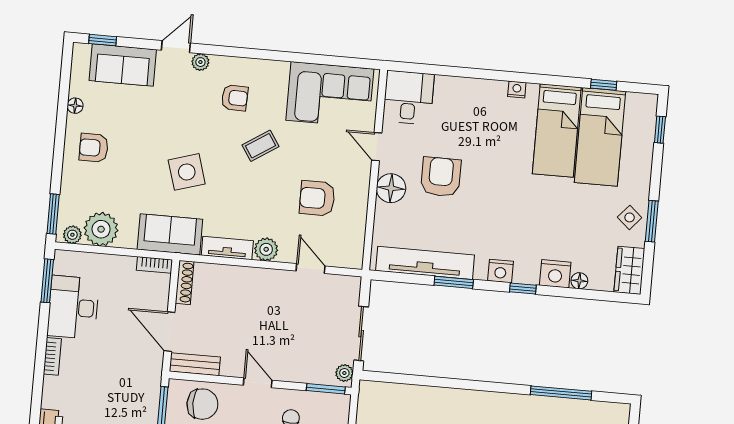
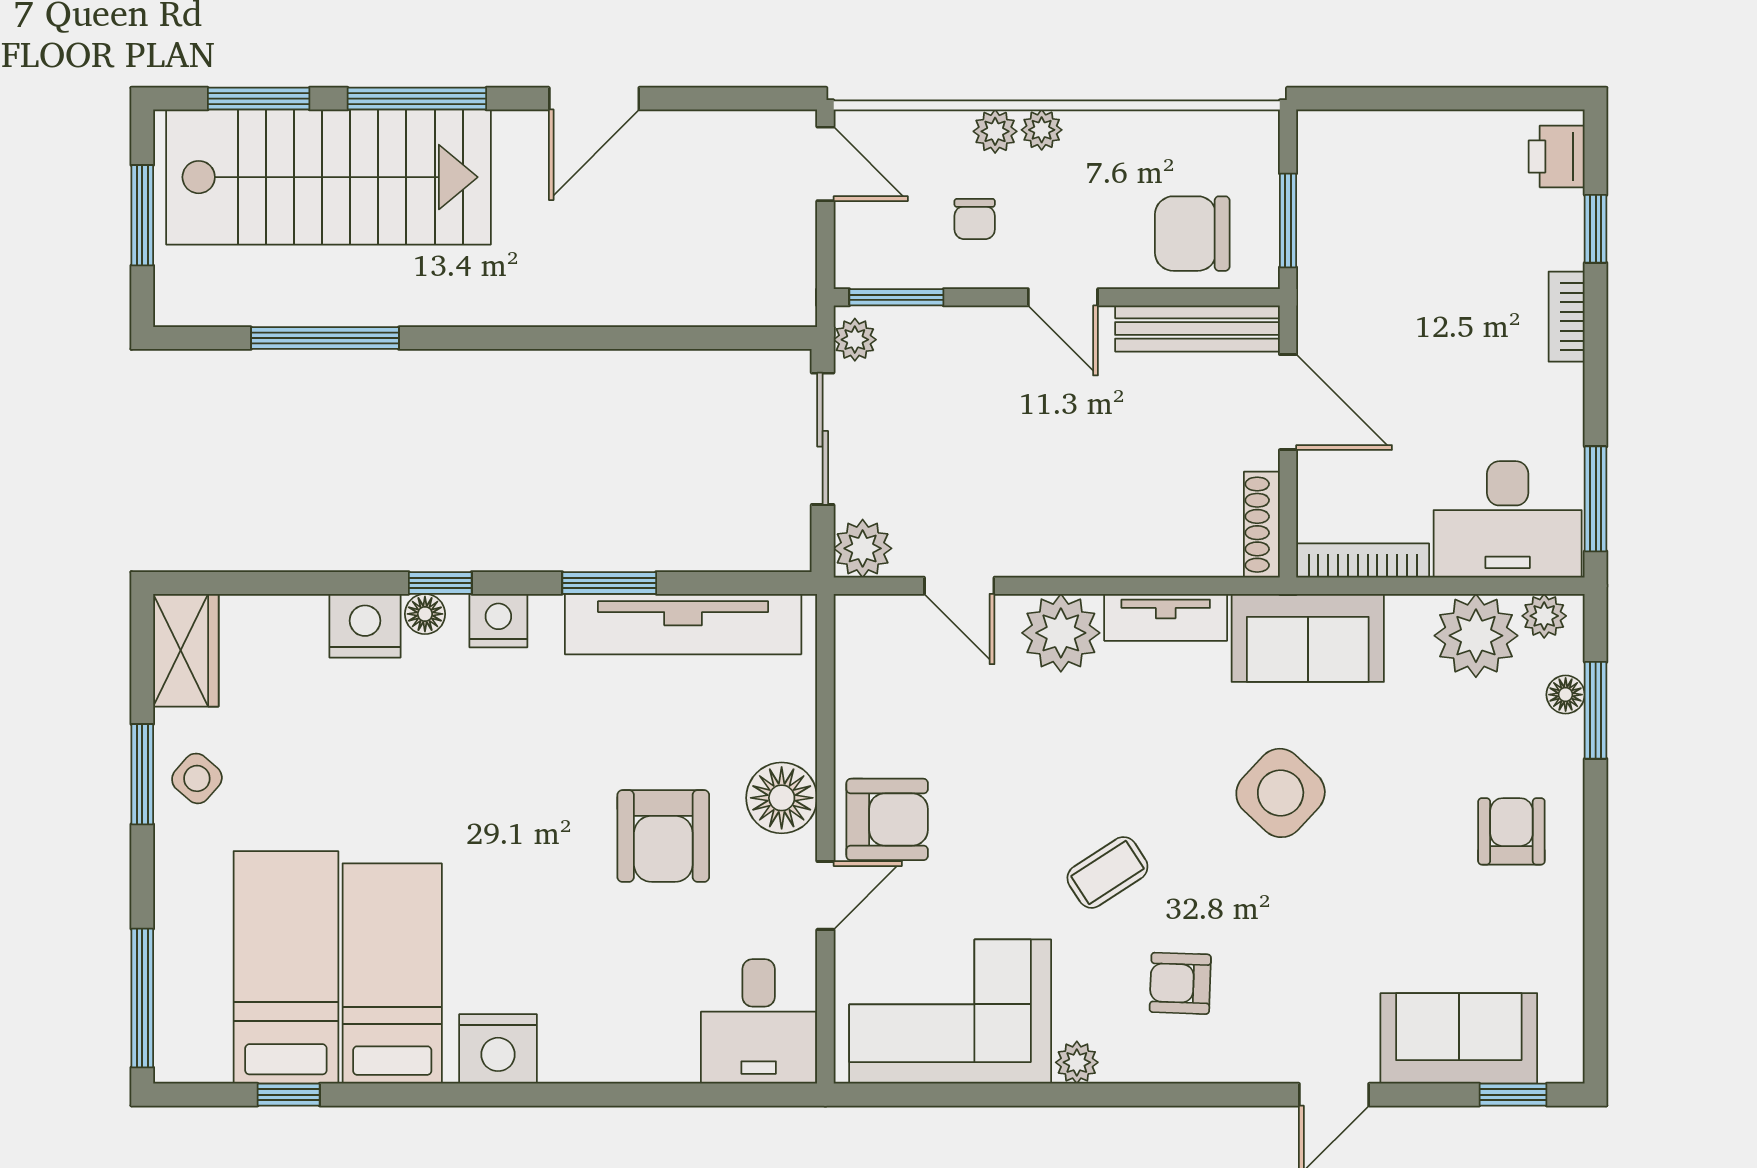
plant: (200, 62) -> (1077, 1062), moved
nightstand: (517, 90) -> (498, 1049), width x1.89, depth x1.79
floor lamp: (75, 106) -> (1566, 695), moved
window: (660, 130) -> (142, 998), width x2.17
door: (377, 147) -> (825, 895), hinge flipped
armchair: (94, 148) -> (1511, 831), turned -90
side table: (187, 172) -> (1281, 793), turned -30
armchair: (317, 198) -> (887, 819), moved
window: (53, 214) -> (1596, 710), moved
plant: (266, 249) -> (1061, 633), width x1.36, depth x1.36
bookcase: (154, 265) -> (1363, 561), width x1.56
floor lamp: (579, 281) -> (425, 614), moved
plant: (349, 287) -> (863, 548), added
desk: (73, 307) -> (1508, 519), moved, turned 90
bench: (195, 364) -> (1197, 328), width x1.36
window: (37, 391) -> (1596, 229), added

